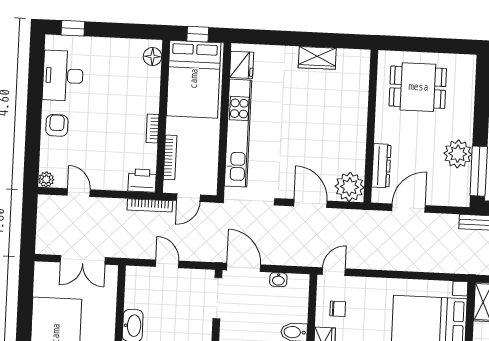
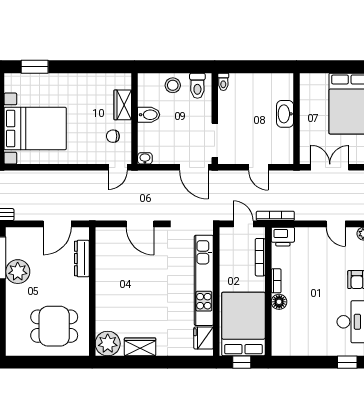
floor lamp: (153, 57) -> (279, 302), moved
plant: (350, 187) -> (108, 344), moved
door: (188, 198) -> (243, 224), hinge flipped
washbasin: (278, 280) -> (145, 158), moved

